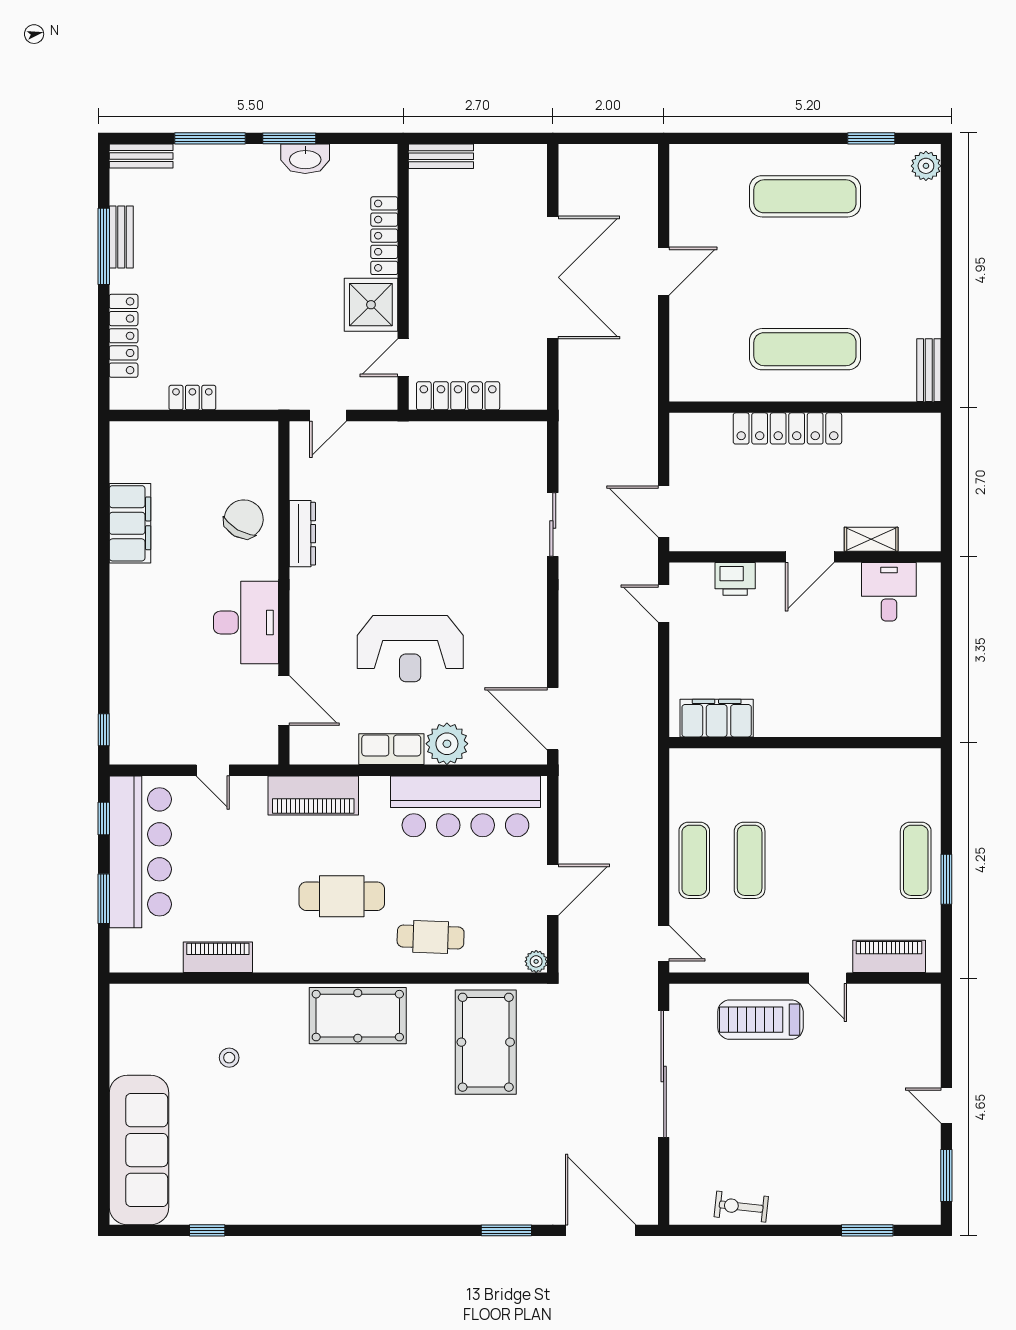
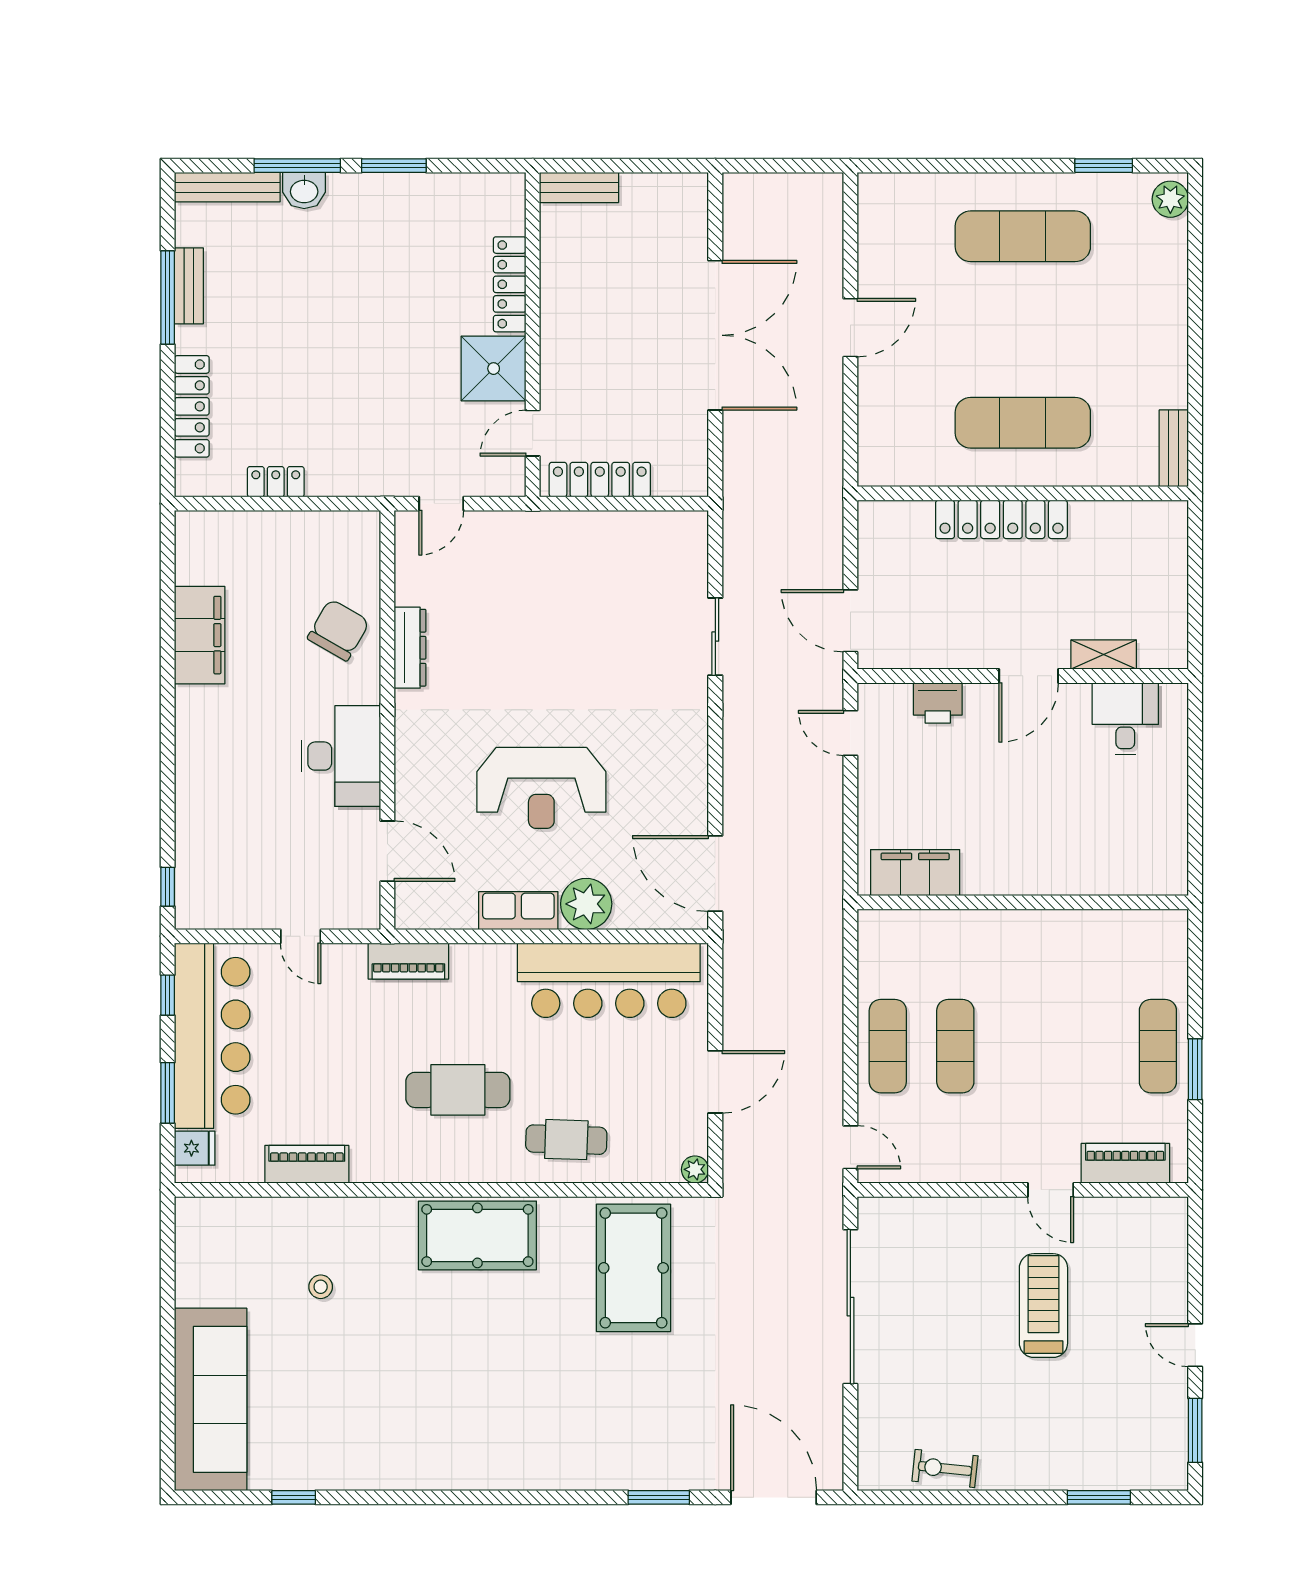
bench: (141, 156) -> (227, 187), width x1.36
washbasin: (305, 159) -> (304, 190), moved, width x0.72
piano: (313, 795) -> (408, 961), width x0.73, depth x0.75
fridge: (126, 944) -> (195, 1148), added
treadmill: (760, 1020) -> (1043, 1306), moved, turned 90

